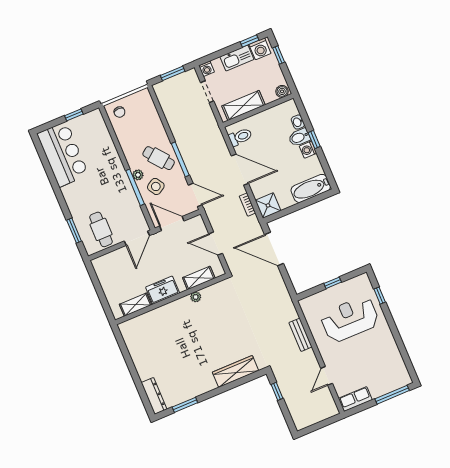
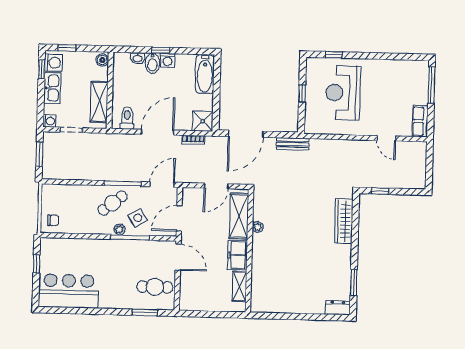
shelving: (199, 278) -> (239, 216), width x1.50, depth x1.33
bench: (300, 335) -> (293, 144), moved
dresser: (154, 396) -> (338, 308), width x0.70

